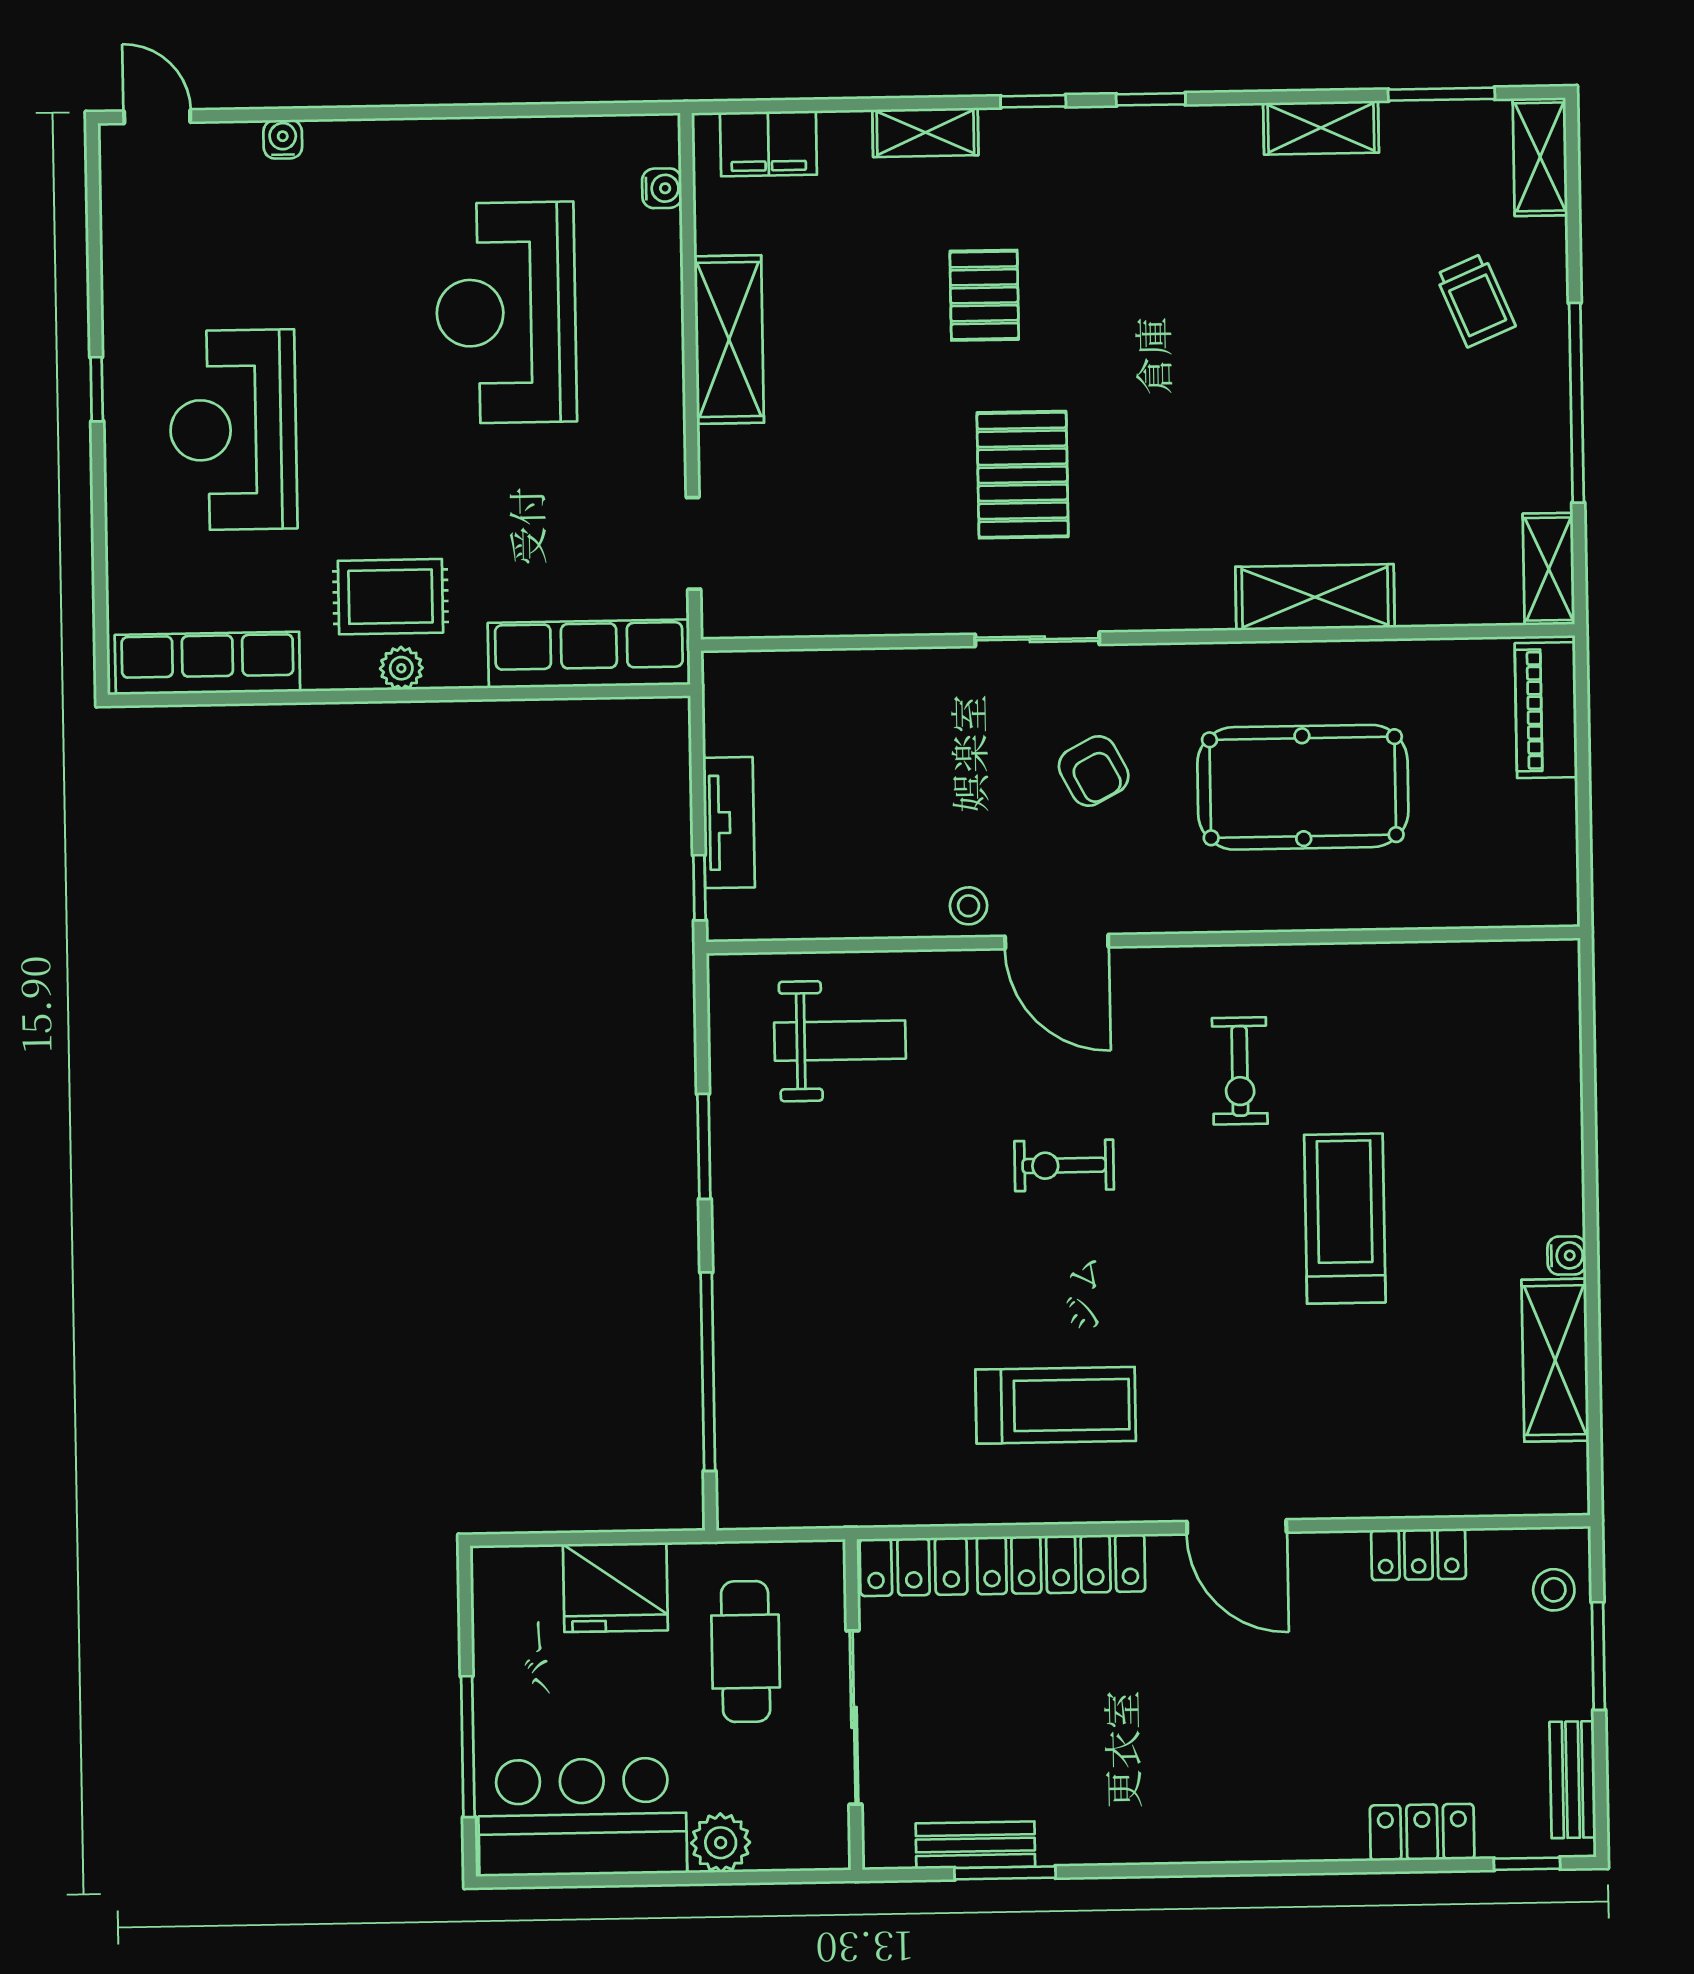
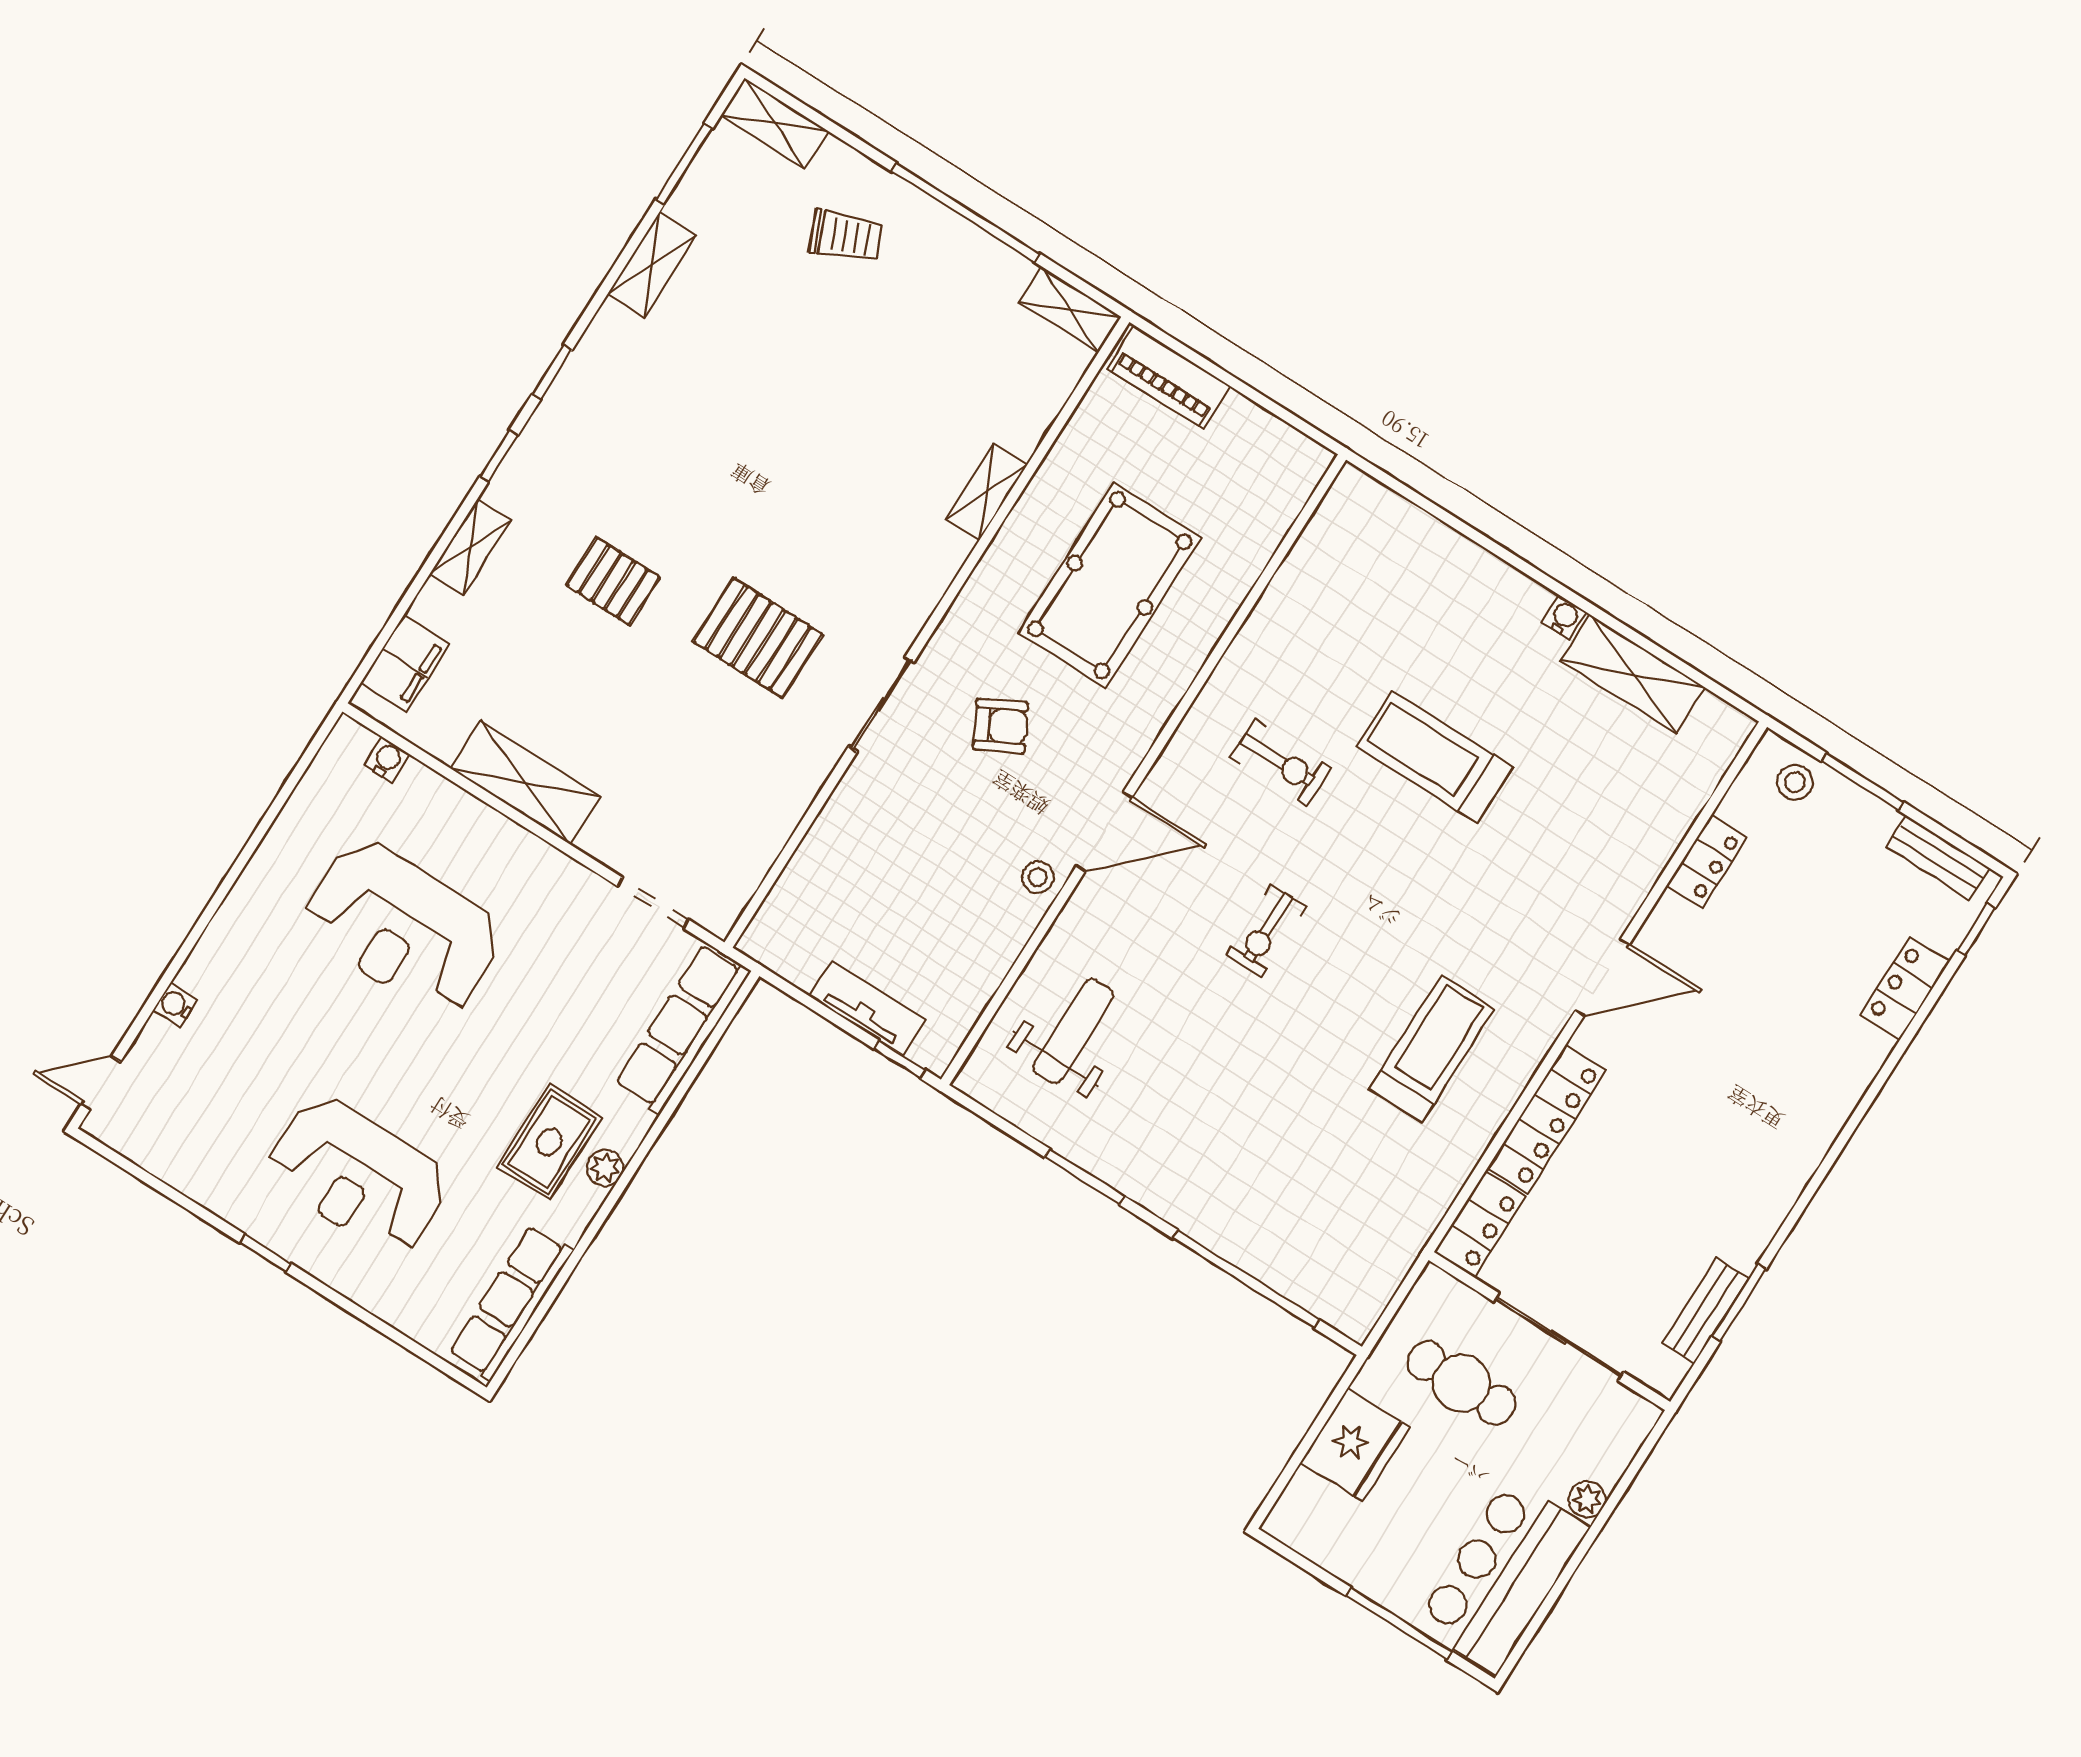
shelving: (1315, 597) -> (987, 492), width x0.67, depth x0.75
plant: (721, 1843) -> (1587, 1499), width x0.73, depth x0.73

